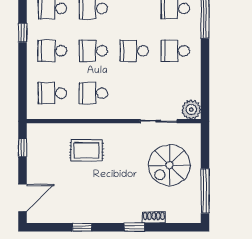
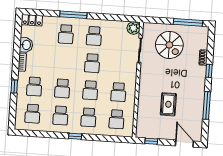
rug: (87, 150) -> (168, 104), moved
window: (82, 227) -> (207, 105), width x2.17

